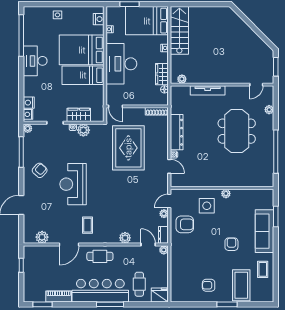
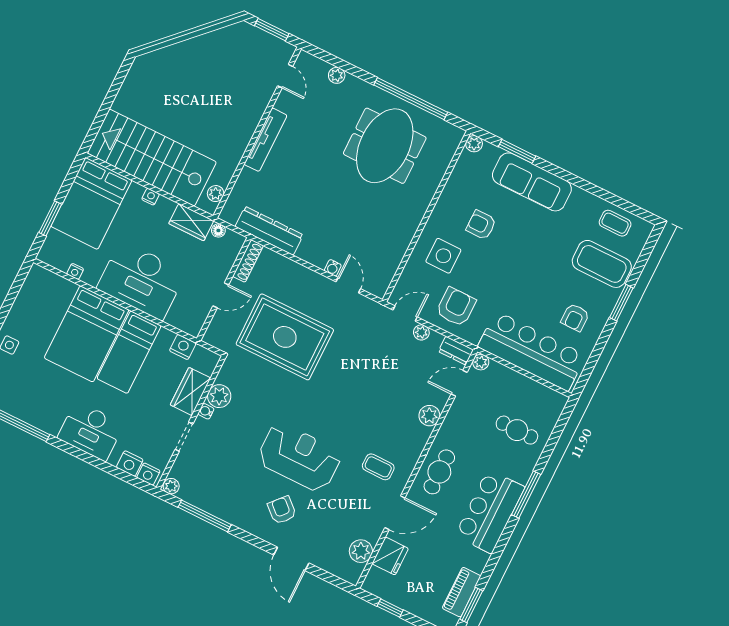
nightstand: (99, 19) -> (183, 347), moved
stairs: (179, 30) -> (152, 158), width x1.36, depth x1.51
desk: (35, 61) -> (91, 431), moved
tv unit: (208, 90) -> (265, 140), moved
door: (116, 106) -> (221, 295), moved
meeting table: (237, 131) -> (385, 146), moved, turned 90
dresser: (177, 132) -> (269, 231), moved
door: (169, 166) -> (348, 285), hinge flipped
armchair: (40, 170) -> (282, 510), moved
reception desk: (73, 184) -> (299, 457), turned 180
plant: (226, 194) -> (474, 144), moved
door: (169, 201) -> (405, 313), swing flipped
armchair: (231, 244) -> (481, 225), moved
door: (69, 245) -> (395, 513), hinge flipped
coffee table: (263, 269) -> (615, 223), moved
bar counter: (182, 272) -> (532, 351), added
bar counter: (100, 291) -> (490, 511), width x0.73
fridge: (160, 295) -> (390, 556), moved, turned 180
piano: (59, 296) -> (462, 592), moved

